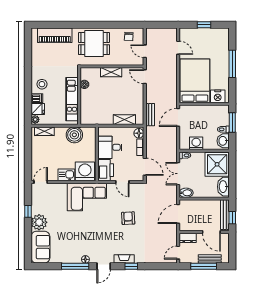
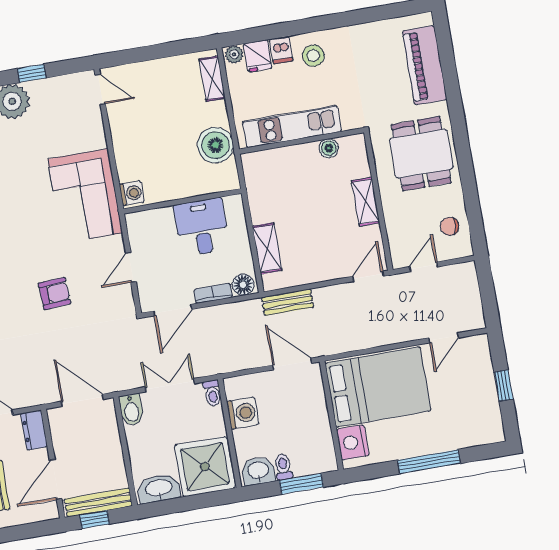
printer: (106, 170) -> (150, 226), removed
washing machine: (85, 171) -> (132, 193), width x0.53, depth x0.53
kitchen sink: (66, 175) -> (125, 143), removed

